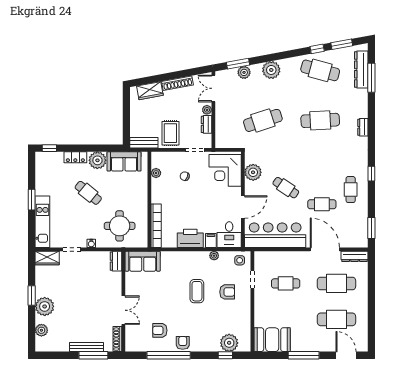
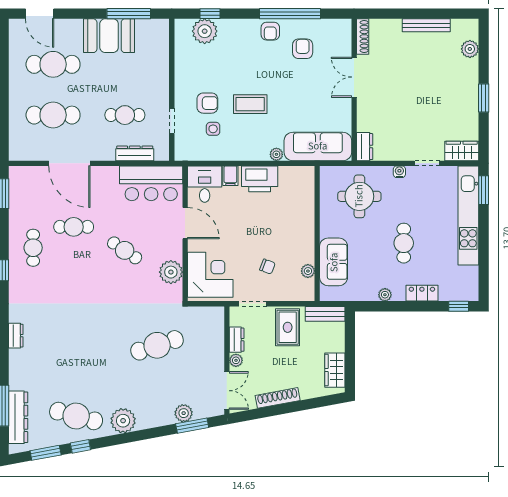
plant: (271, 70) -> (123, 421), moved
wardrobe: (150, 91) -> (335, 370), moved, turned -79
cafe table: (320, 120) -> (76, 345), removed
plant: (97, 160) -> (385, 295), width x0.53, depth x0.53
sofa: (124, 161) -> (334, 262), moved, turned 90
cafe table: (88, 193) -> (404, 243), turned 51
window: (32, 200) -> (484, 190), moved
door: (243, 207) -> (185, 223), swing flipped
kitchen unit: (42, 222) -> (468, 215), width x1.36
bookcase: (156, 226) -> (308, 197), removed
bar counter: (275, 235) -> (151, 183), width x0.73
plant: (214, 256) -> (276, 154), moved
dresser: (355, 256) -> (135, 153), moved
side table: (240, 260) -> (213, 129), moved
sofa: (143, 261) -> (318, 146), width x1.36
coffee table: (197, 291) -> (250, 104), turned 90
armchair: (227, 292) -> (207, 103), turned 180
plant: (45, 306) -> (465, 83), removed
armchair: (160, 330) -> (303, 49), turned -90
booth: (272, 340) -> (109, 36), moved
bench: (87, 347) -> (426, 25), moved
window: (93, 355) -> (396, 14), removed
window: (304, 355) -> (129, 14), moved

